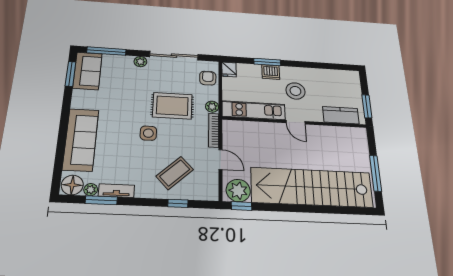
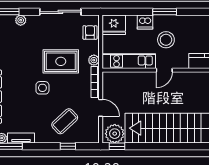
plant: (140, 62) -> (21, 20), moved
window: (267, 62) -> (165, 12), moved
fridge: (229, 69) -> (114, 25), width x1.88, depth x1.34
door: (296, 122) -> (164, 70), hinge flipped

